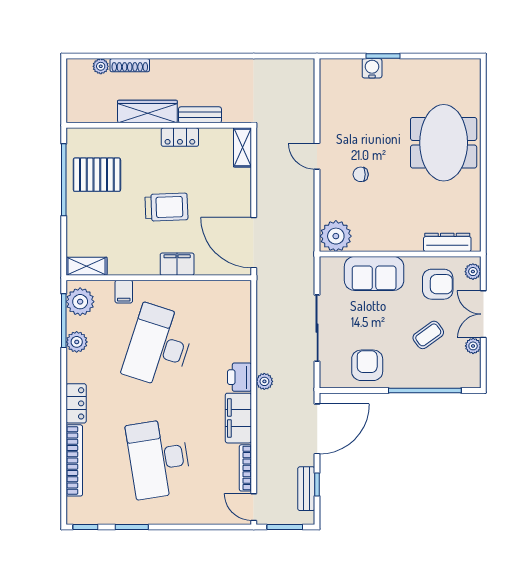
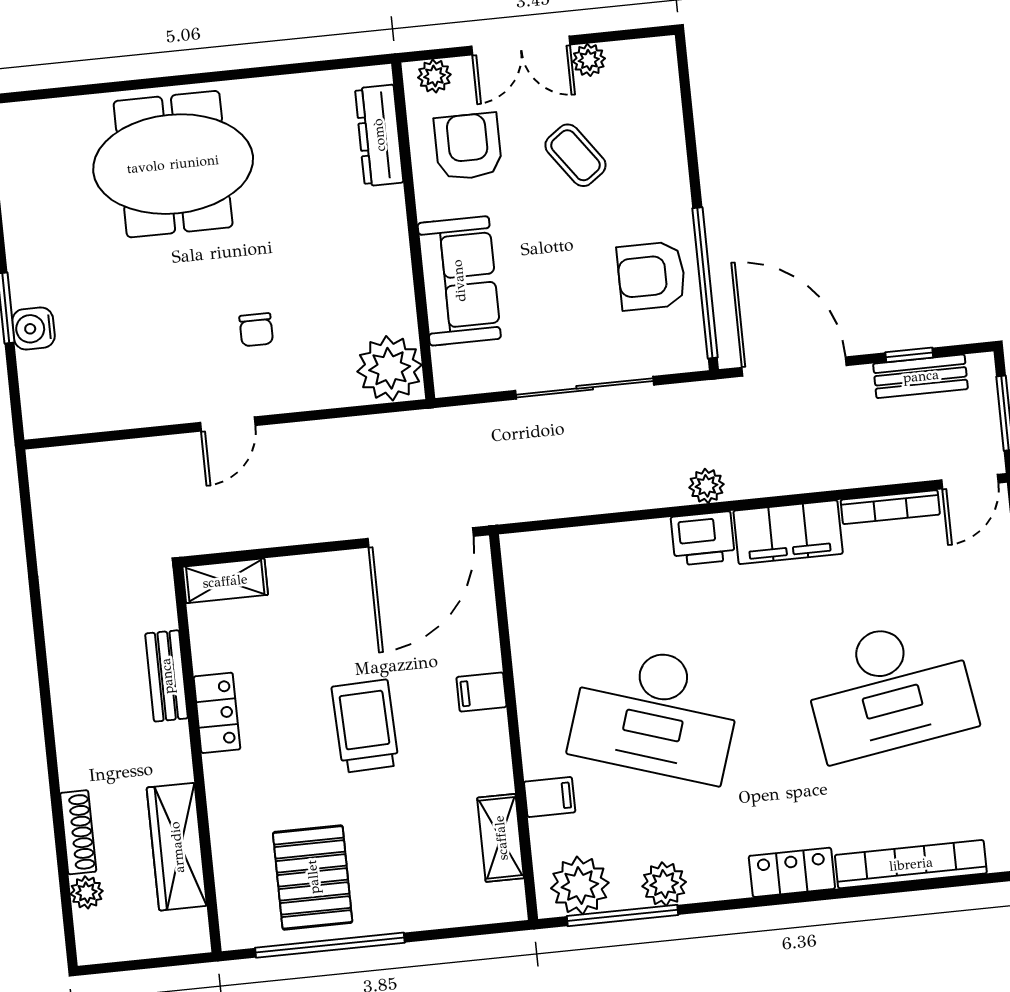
wardrobe: (147, 112) -> (177, 847), moved
filing cabinet: (177, 264) -> (481, 692), width x0.50
shelving: (86, 266) -> (501, 838), moved
window: (425, 391) -> (705, 283), moved

